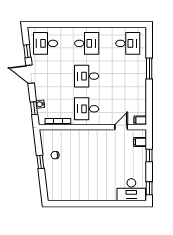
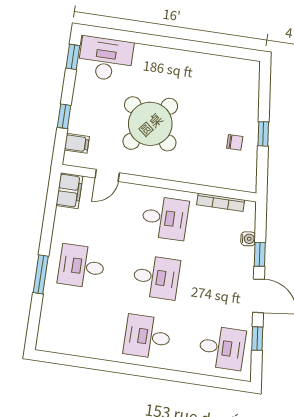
desk: (128, 43) -> (81, 266), moved
window: (34, 108) -> (260, 254), moved
filing cabinet: (140, 120) -> (69, 191), width x2.00
round table: (102, 158) -> (150, 124), added

